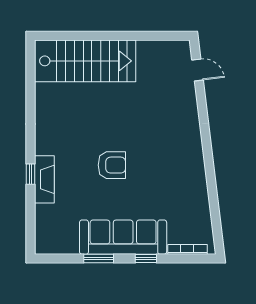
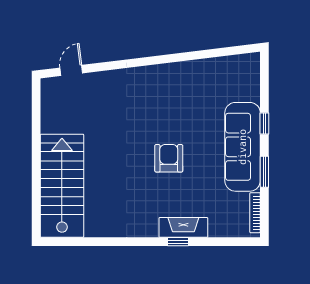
bookcase: (187, 249) -> (255, 213), moved

